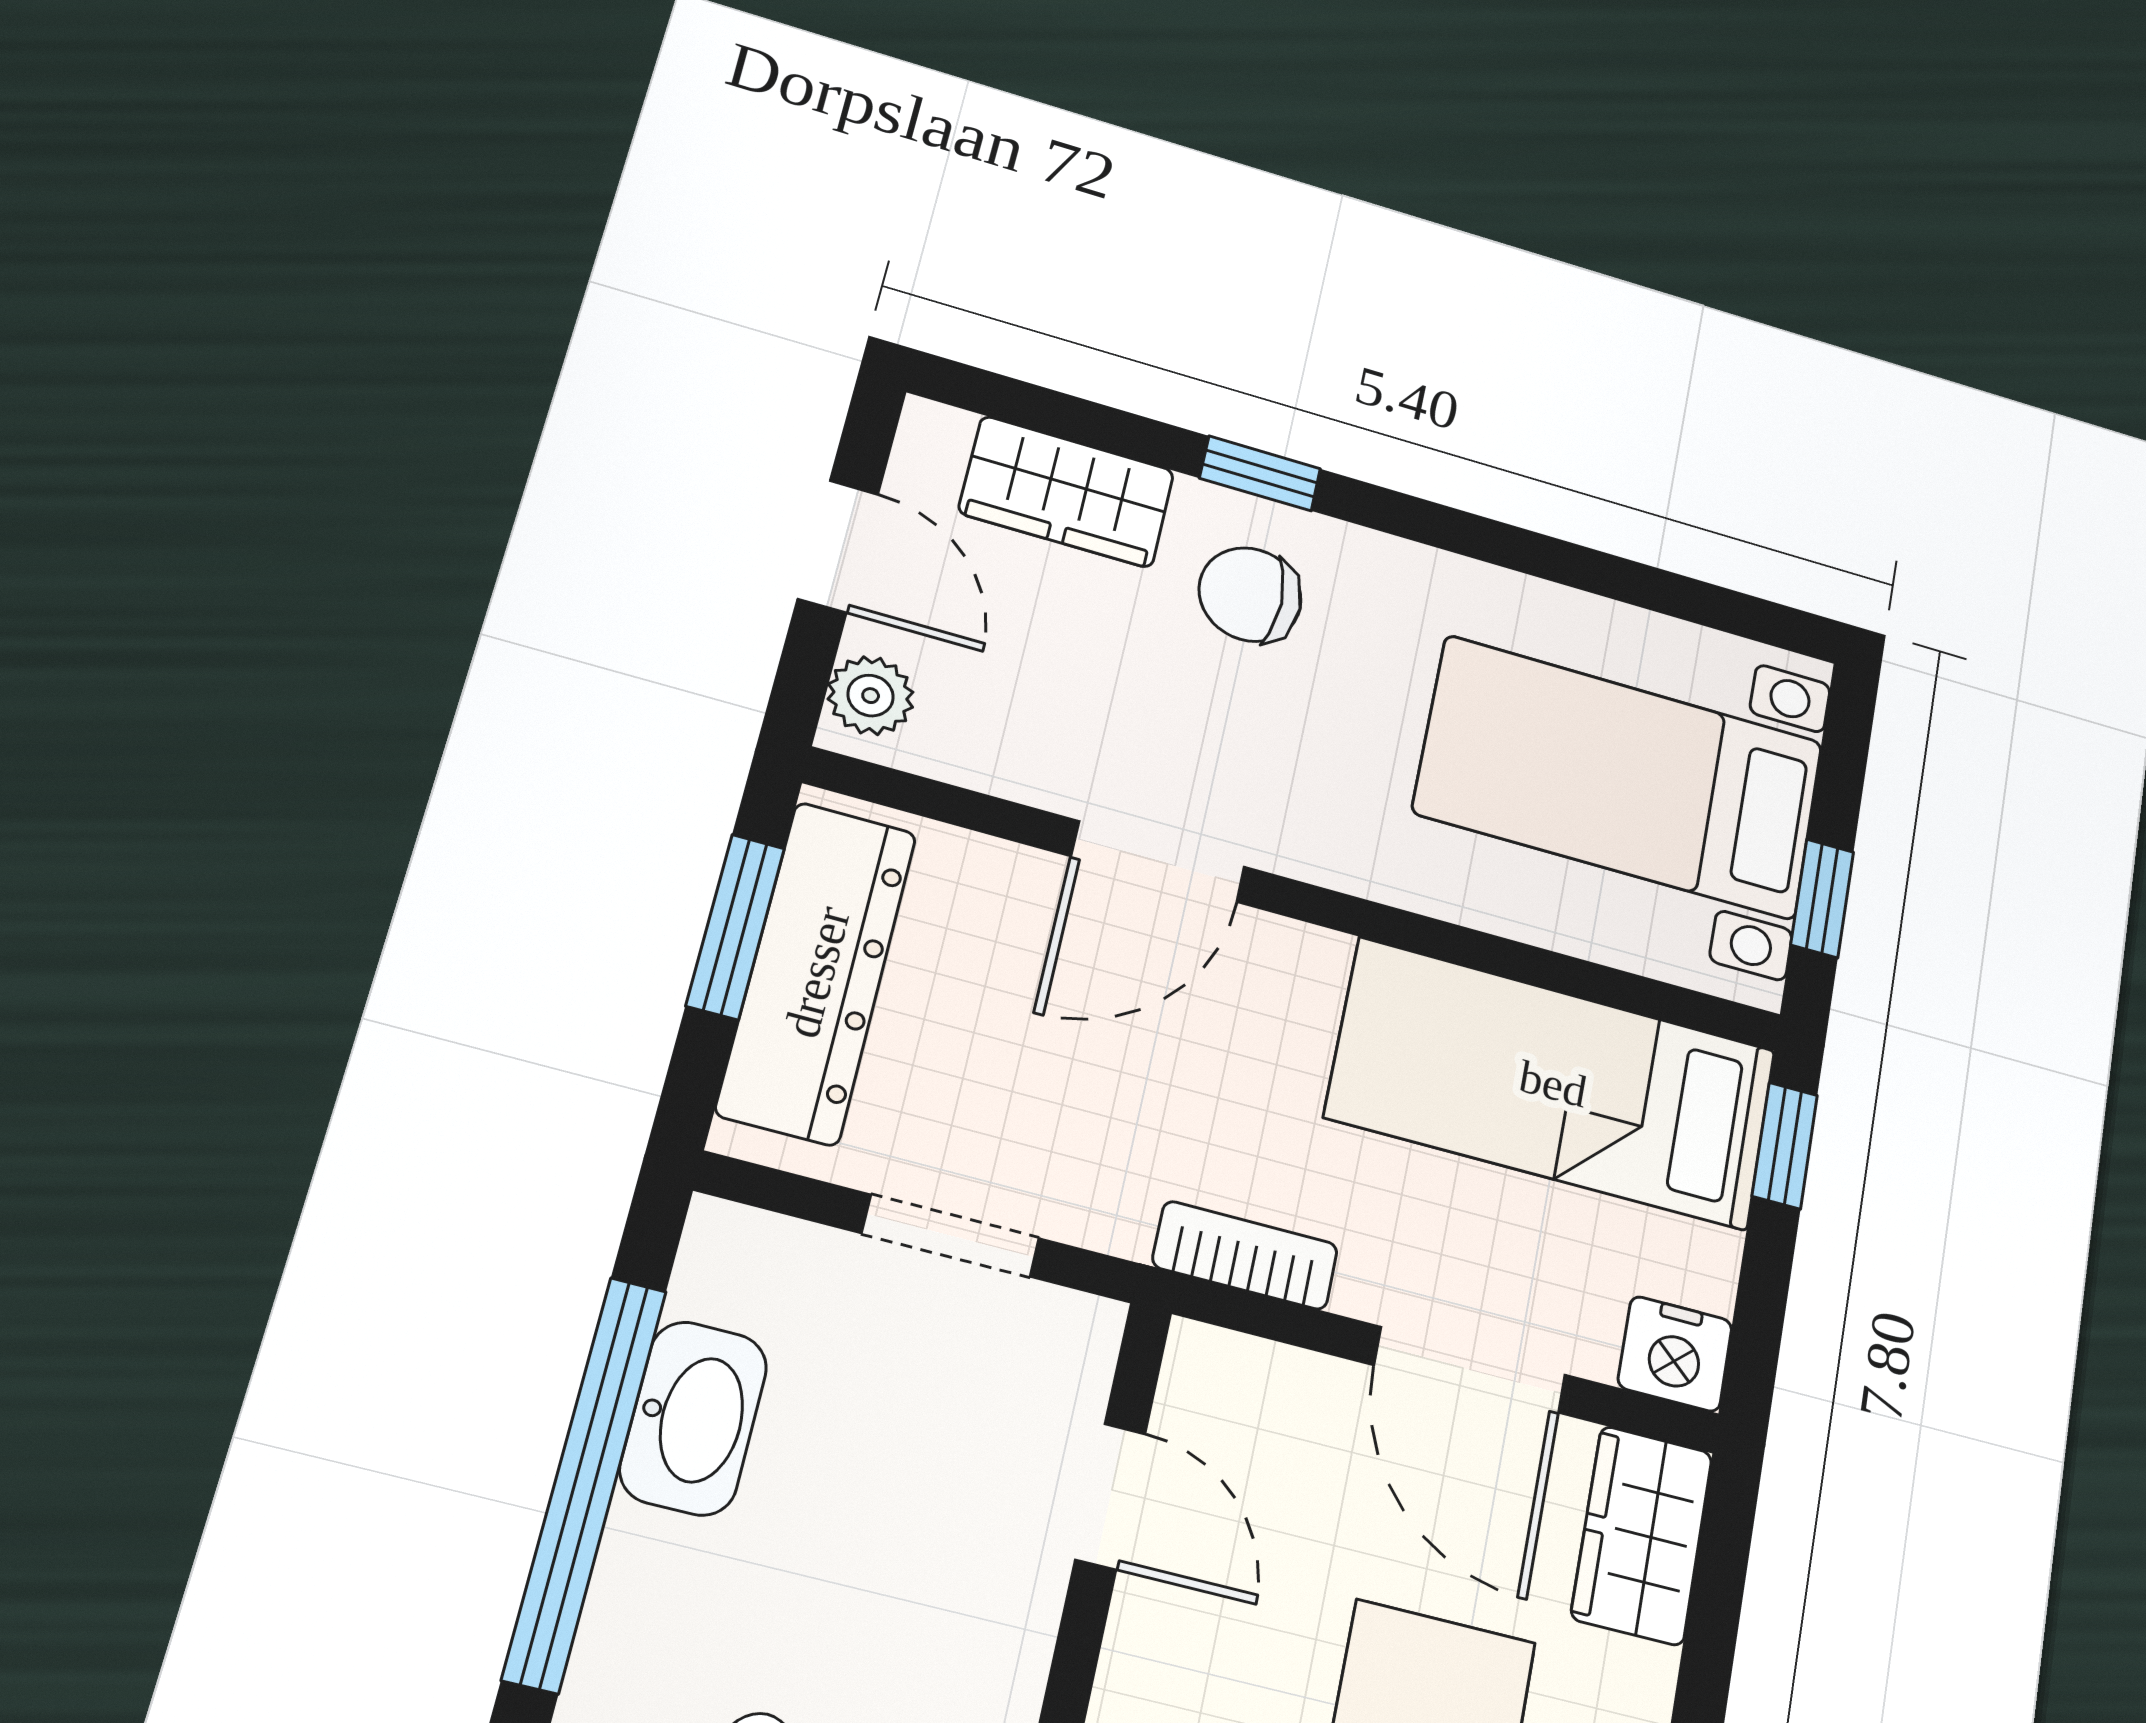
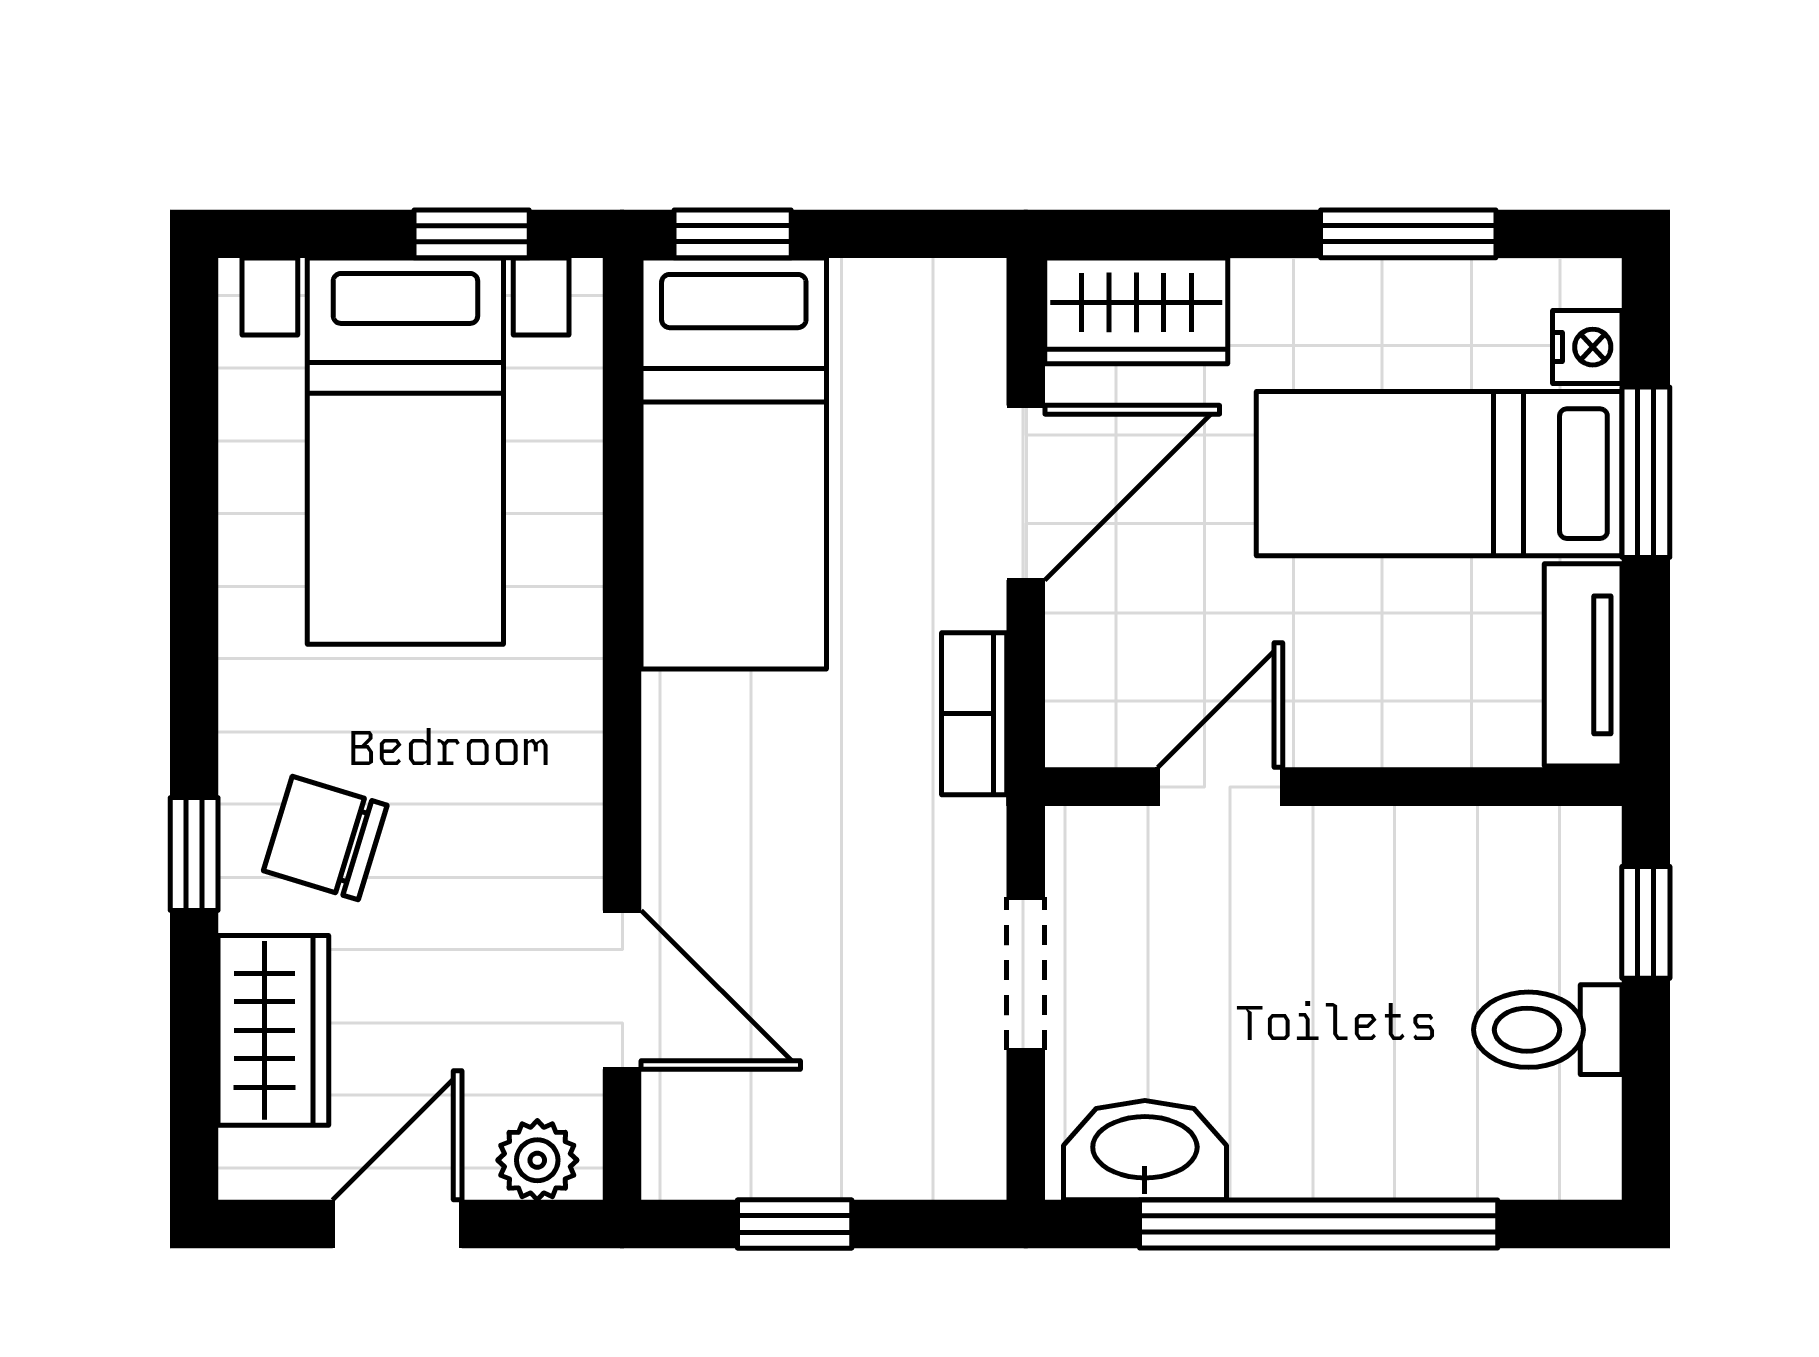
chair: (1250, 594) -> (325, 838), turned 107
door: (1158, 862) -> (622, 990), moved
window: (735, 927) -> (795, 1224), width x0.67
dresser: (817, 972) -> (817, 1144), removed
nightstand: (1675, 1354) -> (961, 307), removed
washbasin: (694, 1418) -> (1145, 1150), moved

